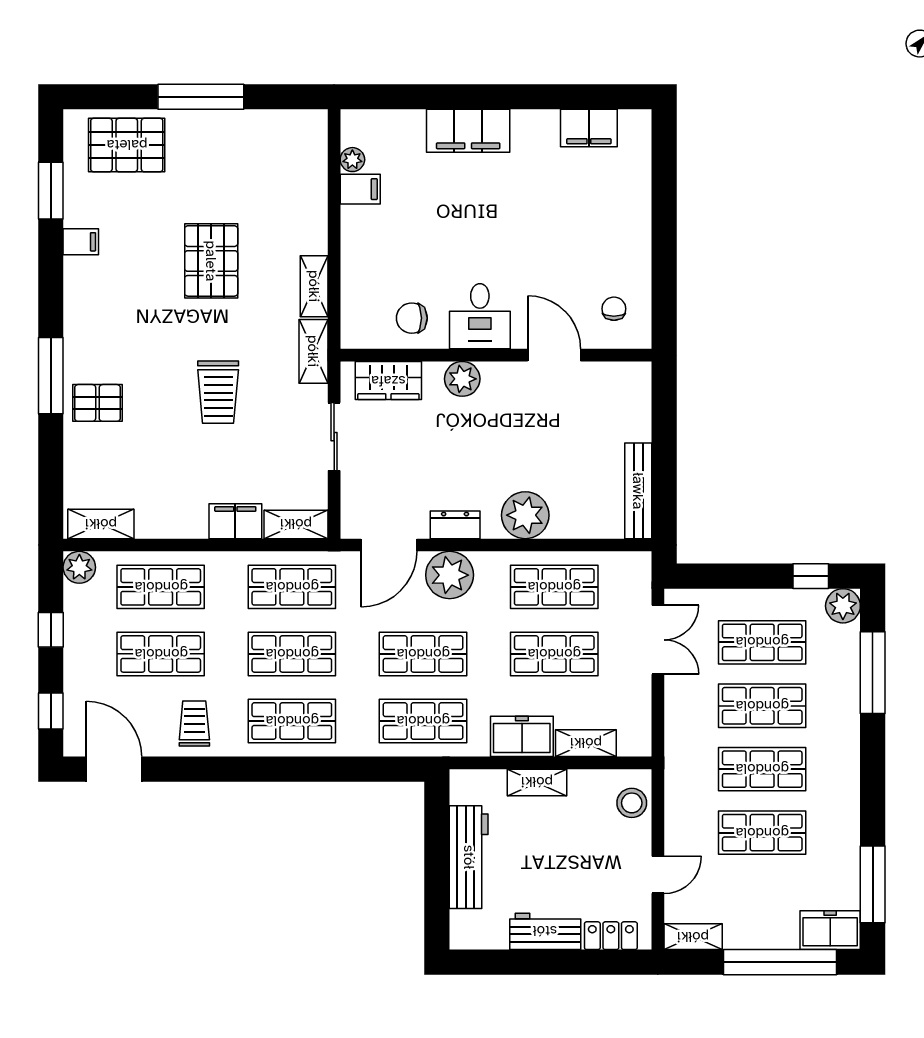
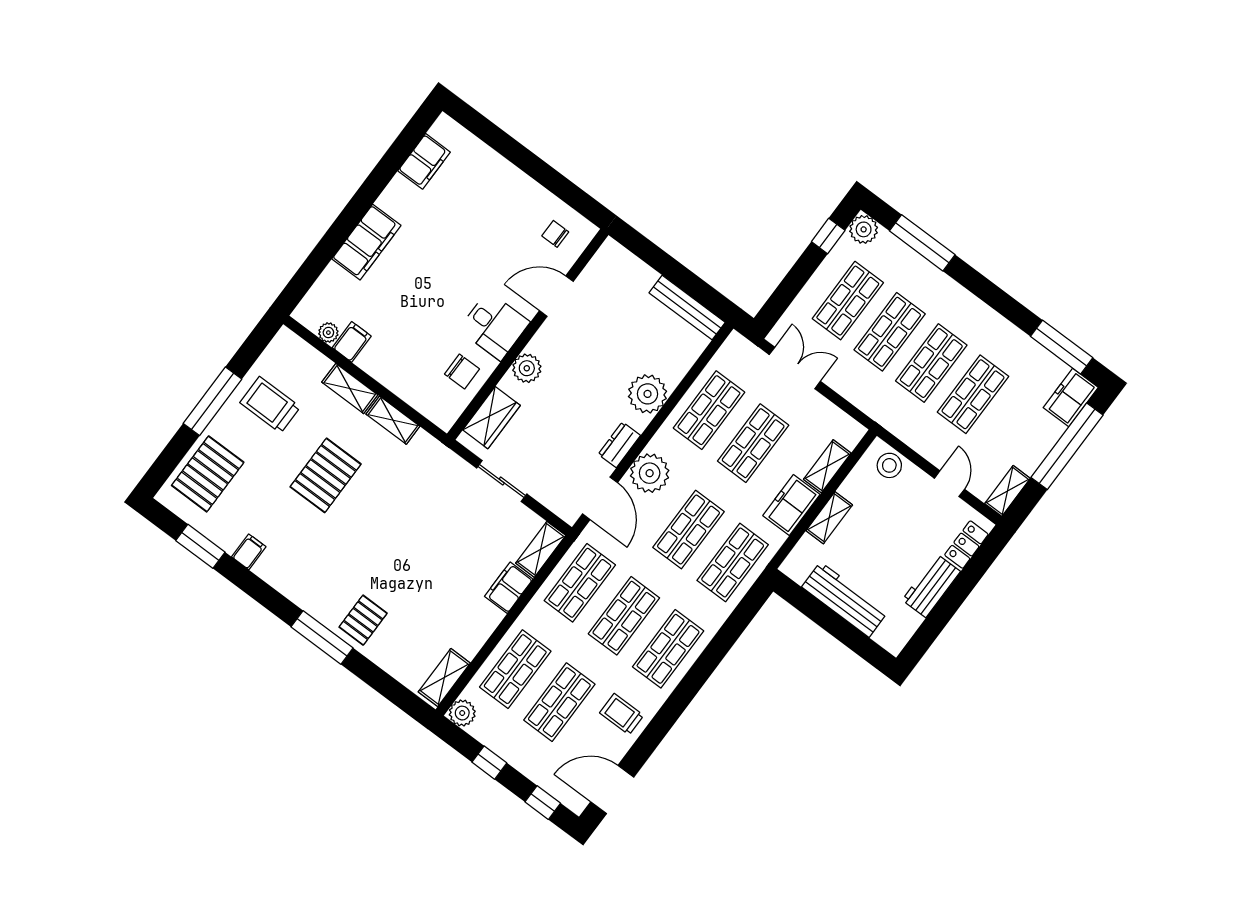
pallet: (211, 261) -> (326, 475), turned 90
chair: (412, 318) -> (462, 371), turned -90
shelving: (313, 351) -> (350, 388), moved
trolley: (218, 392) -> (270, 405), moved, turned 180

